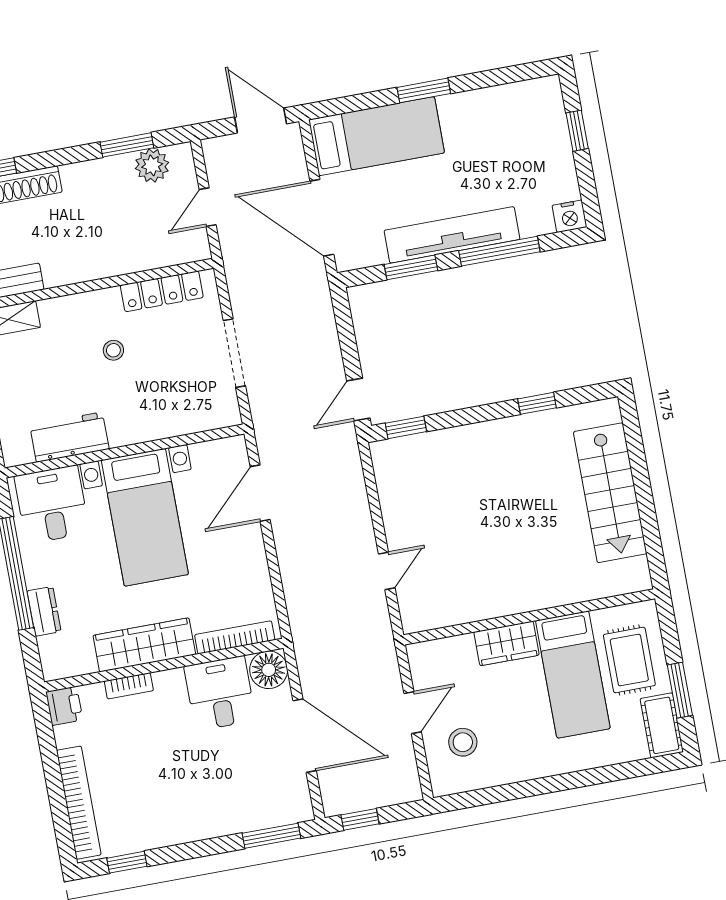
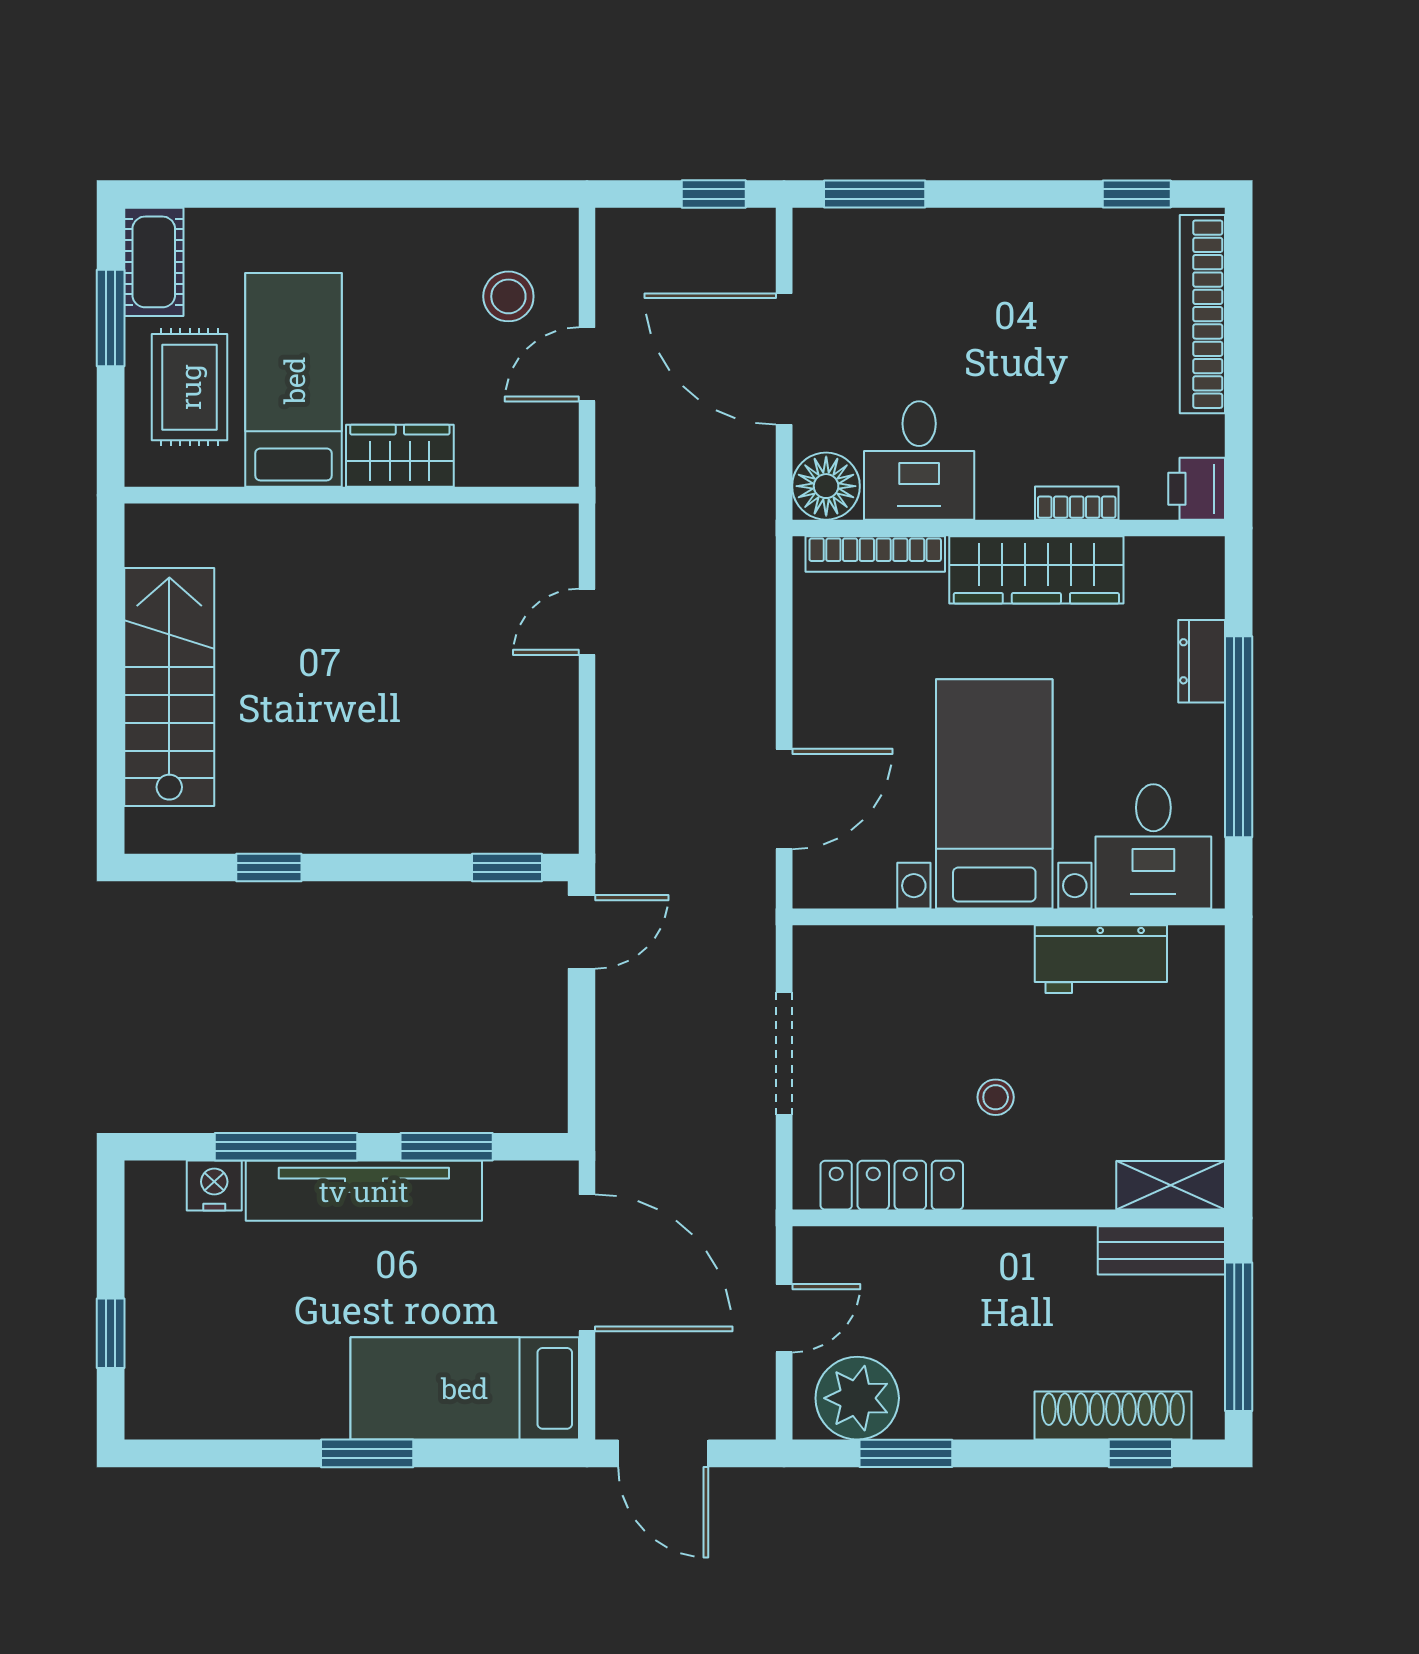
plant: (152, 165) -> (857, 1398), width x1.36, depth x1.36
nightstand: (570, 216) -> (214, 1186), moved

